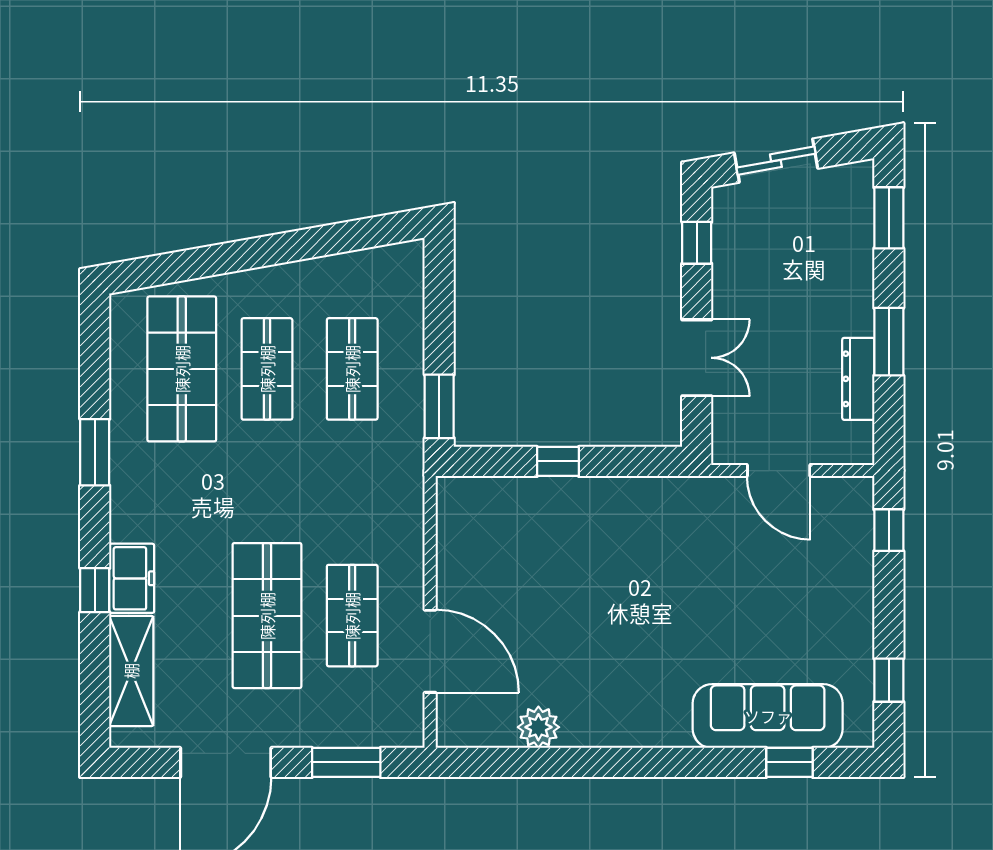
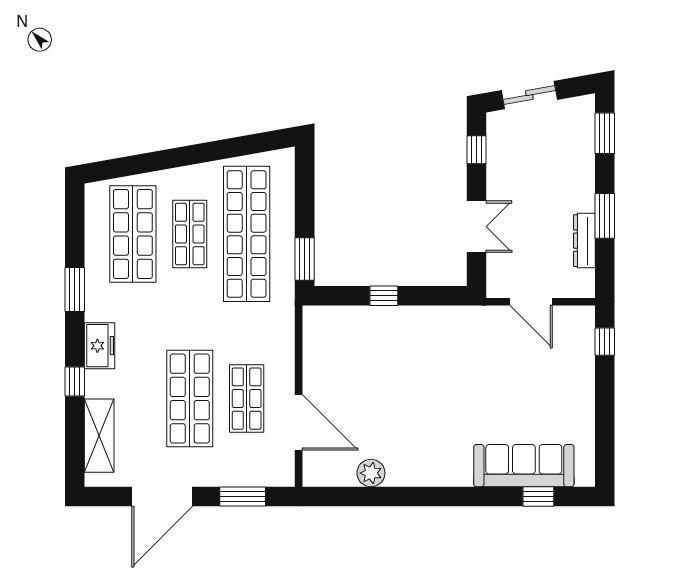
shop shelf: (352, 369) -> (247, 234), width x2.00, depth x1.36
freezer: (132, 578) -> (100, 346), moved
window: (889, 680) -> (605, 442), removed

